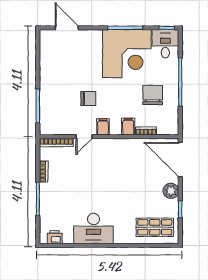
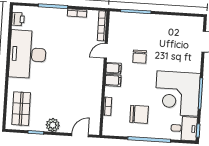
filing cabinet: (128, 127) -> (113, 80), moved
door: (84, 137) -> (106, 51), hinge flipped
door: (180, 160) -> (80, 135), width x0.53
desk: (93, 228) -> (28, 54), width x1.36, depth x1.30

